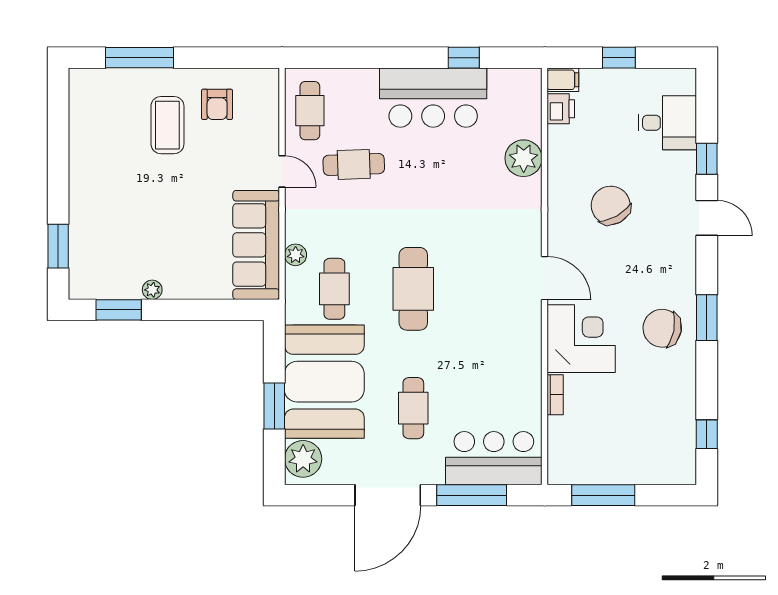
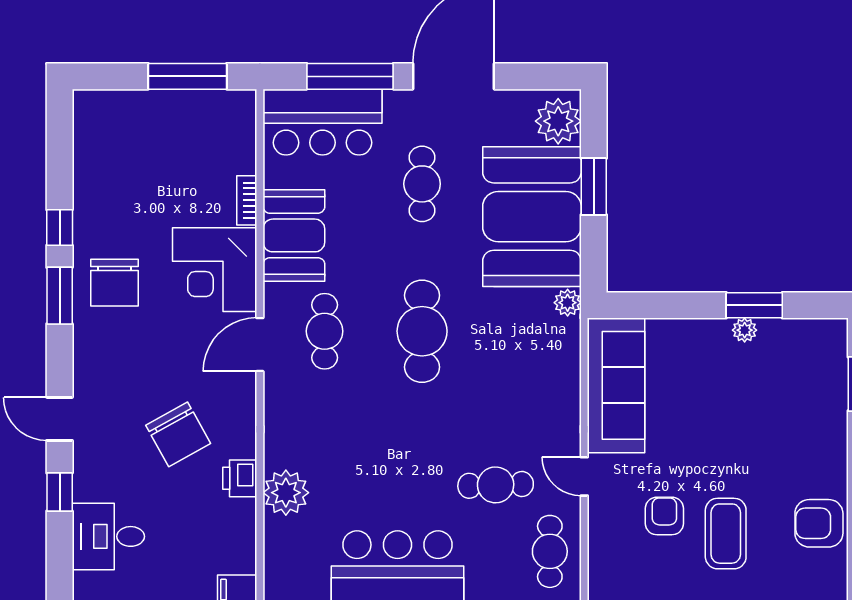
armchair: (217, 104) -> (664, 516), moved
printer: (561, 109) -> (240, 478), moved
armchair: (92, 133) -> (819, 523), added
plant: (296, 255) -> (568, 303), moved
door: (545, 278) -> (260, 345), hinge flipped
cafe table: (334, 289) -> (325, 331), moved
window: (119, 310) -> (754, 305), moved
chair: (662, 328) -> (115, 283), turned 79
booth: (517, 366) -> (294, 235), added
window: (707, 434) -> (60, 227), moved

